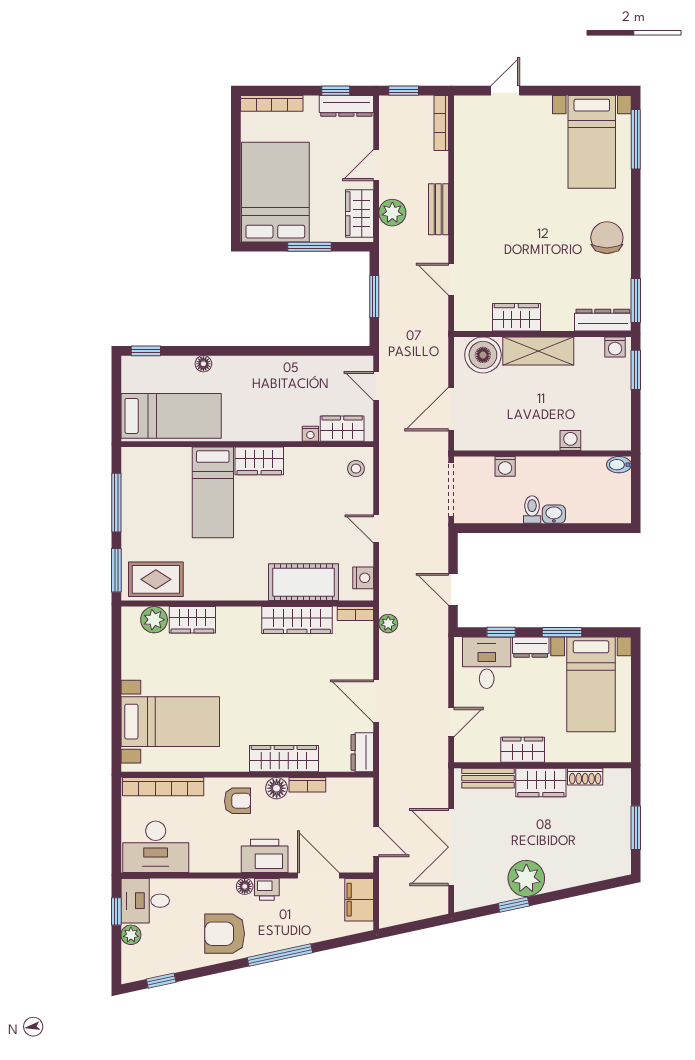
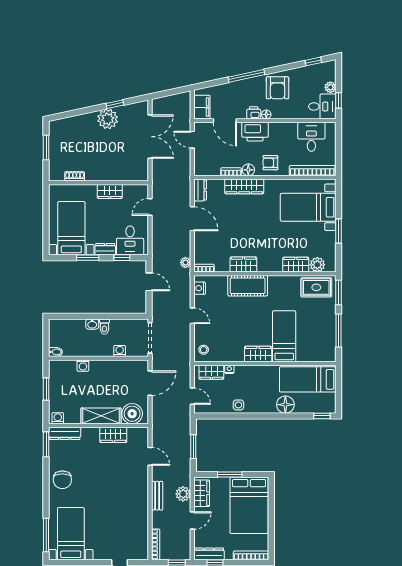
floor lamp: (203, 364) -> (285, 405), width x1.89, depth x1.89
side table: (294, 370) -> (238, 405), added
window: (636, 370) -> (46, 389), moved
cot: (303, 582) -> (248, 286), moved
wardrobe: (297, 620) -> (243, 264), width x0.67
window: (116, 679) -> (339, 231), added
bench: (488, 778) -> (129, 175), removed
wardrobe: (541, 783) -> (99, 173), removed
desk: (156, 847) -> (311, 137), width x0.73
armchair: (225, 934) -> (278, 88), turned 90

